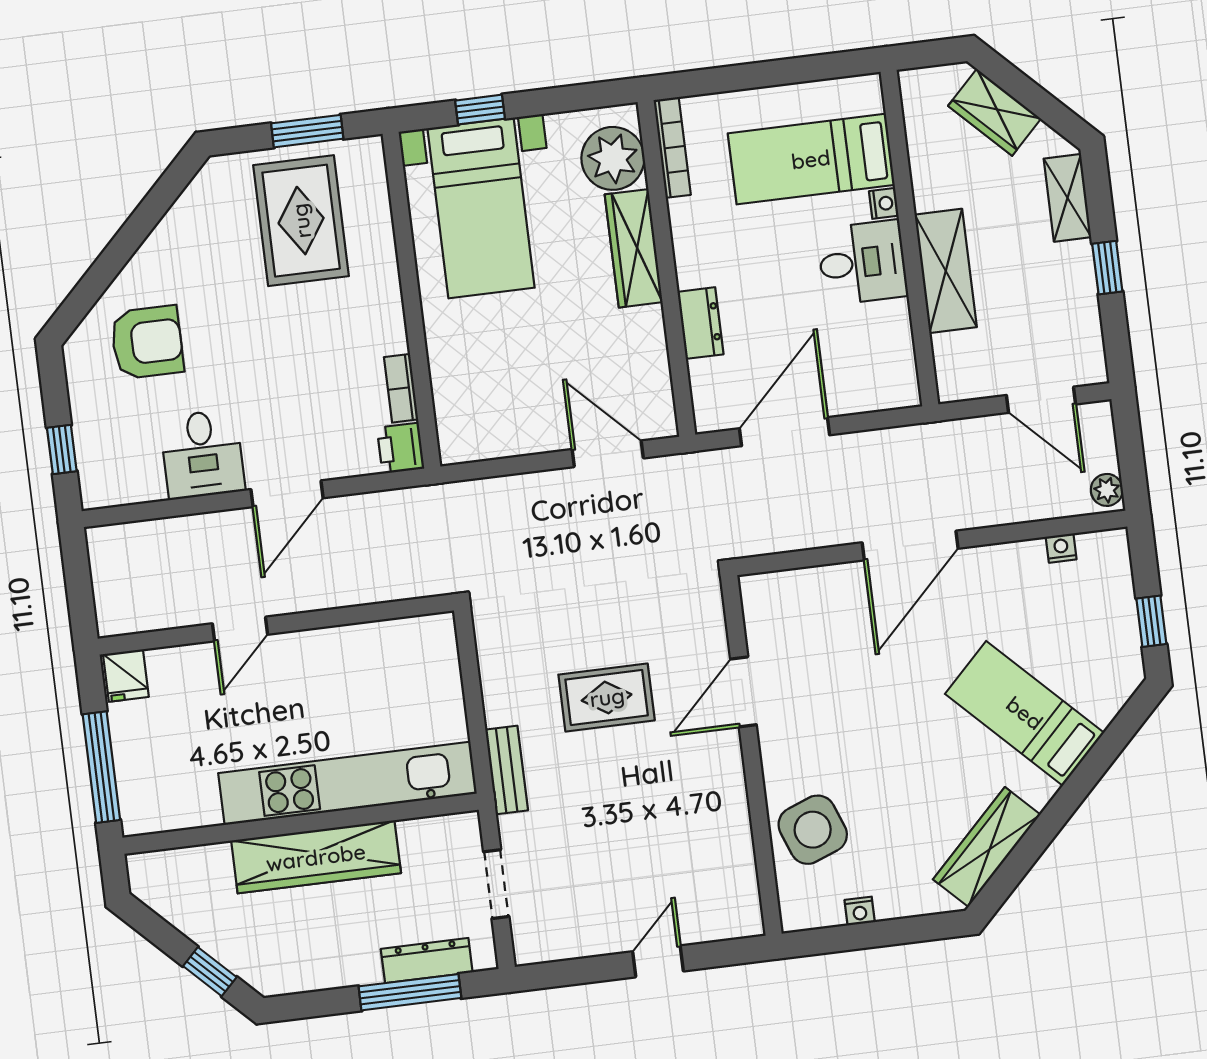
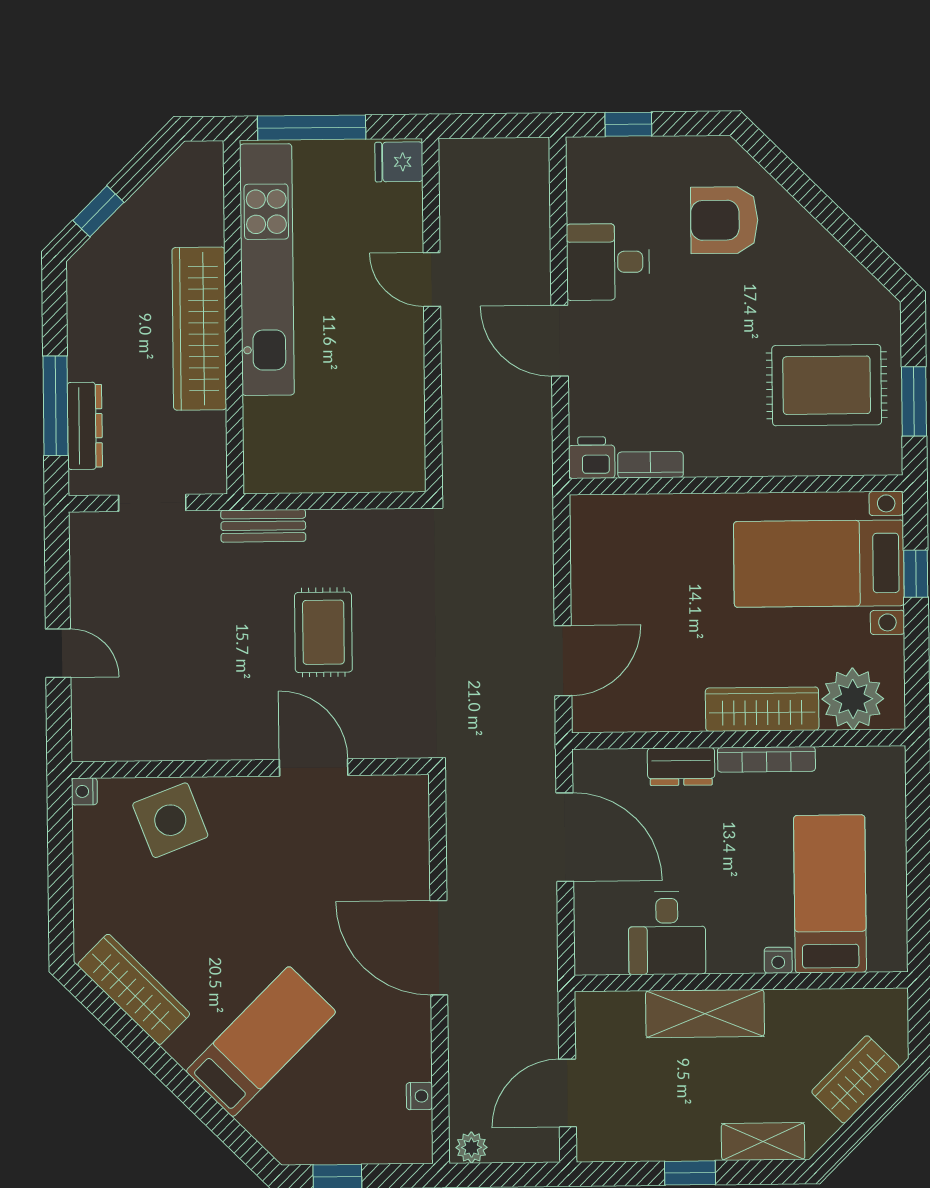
bookcase: (672, 147) -> (766, 759), moved
desk: (862, 263) -> (667, 933), moved
armchair: (147, 342) -> (724, 220), turned 90
kitchen unit: (348, 783) -> (267, 270), moved
nightstand: (860, 911) -> (84, 791), moved

